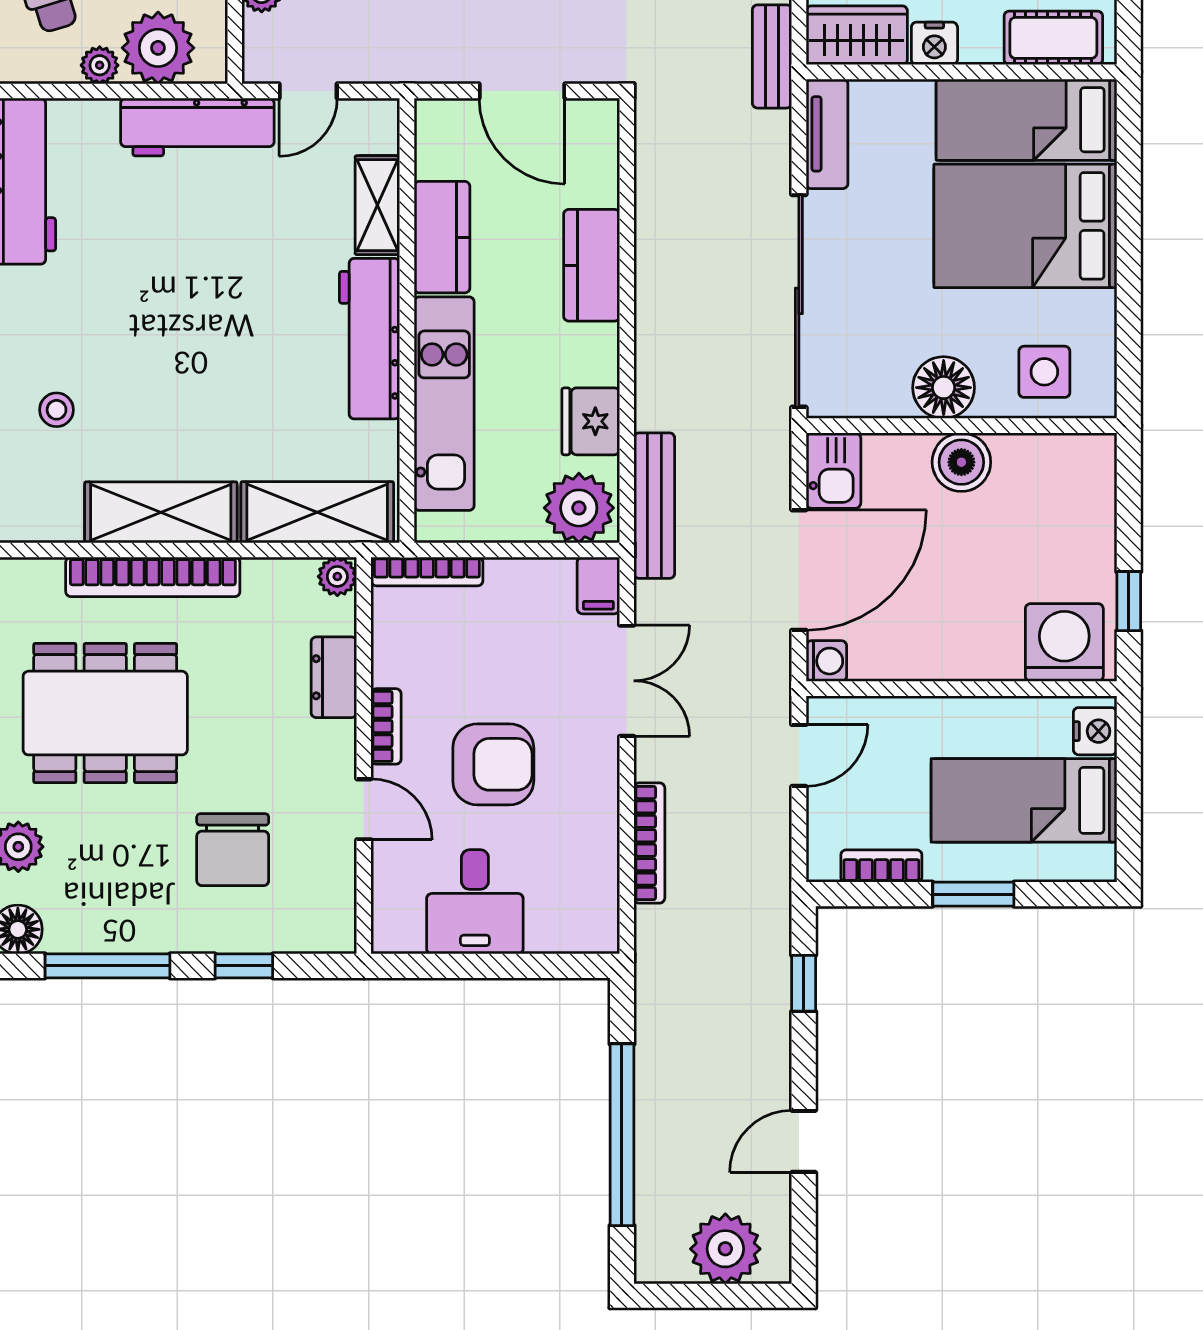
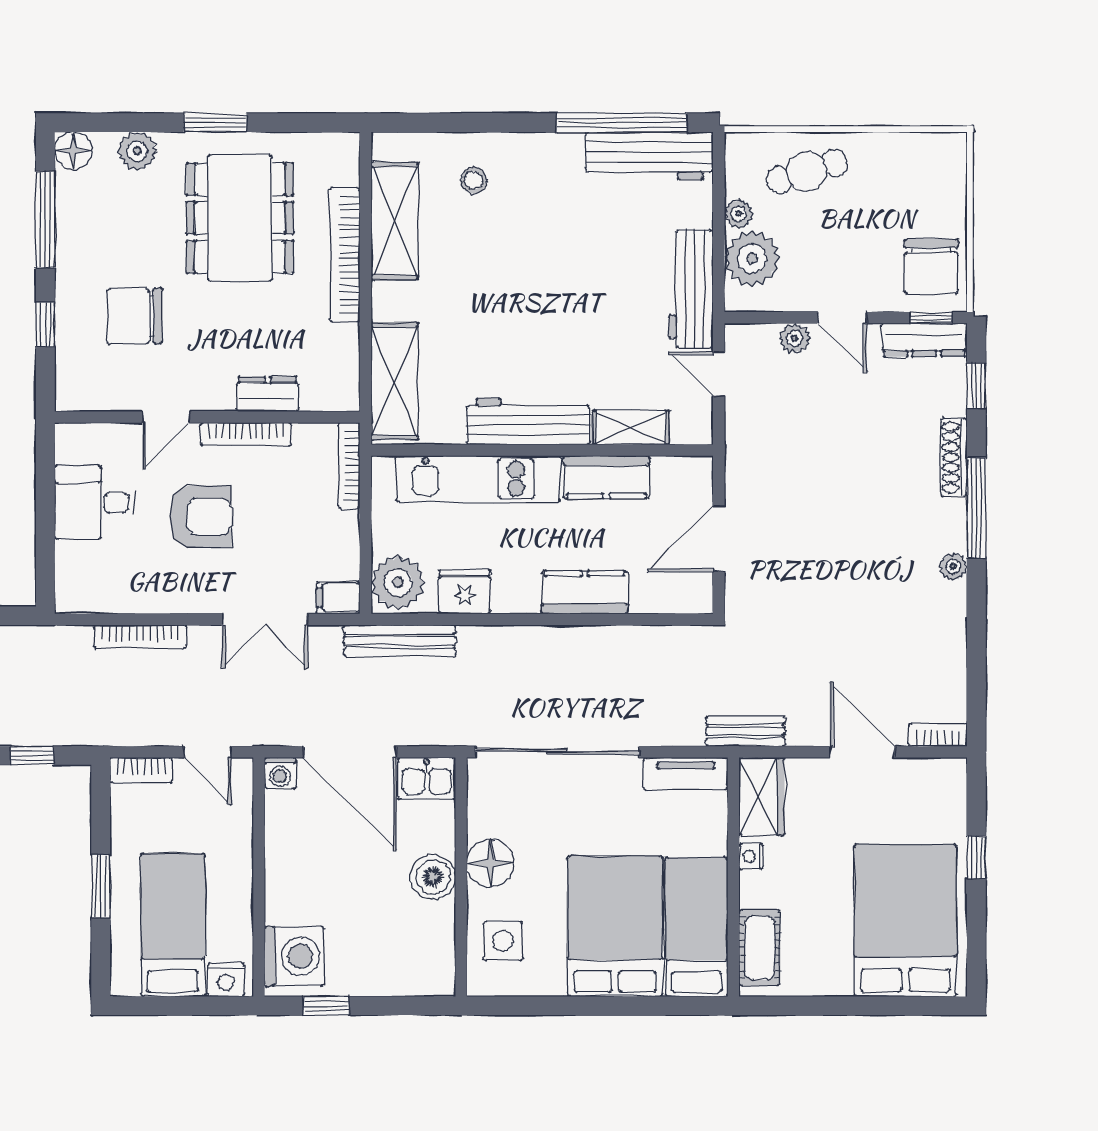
nightstand: (934, 43) -> (751, 856), width x0.72, depth x0.74
shelving: (161, 512) -> (395, 221), moved
plant: (337, 576) -> (345, 397), removed
bookcase: (386, 726) -> (246, 434), width x1.56
armchair: (493, 764) -> (201, 517), turned -90
bookcase: (881, 866) -> (141, 770), moved, turned 90

